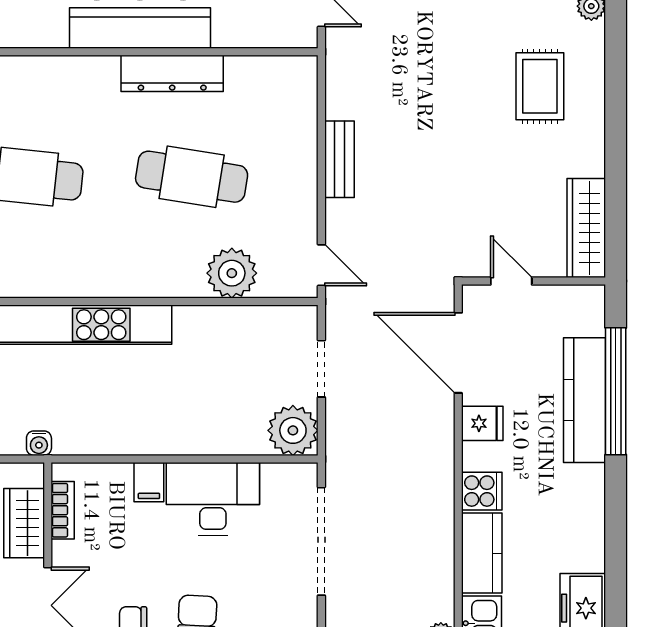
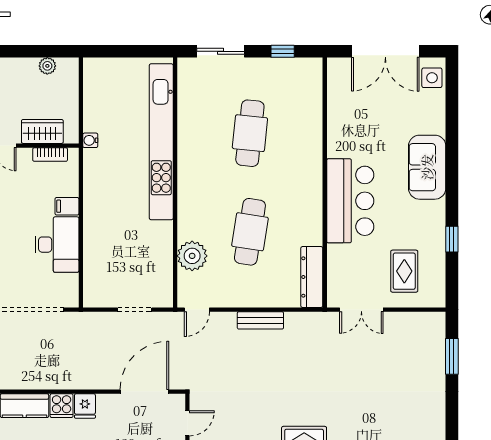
dresser: (172, 73) -> (312, 277), moved
fridge: (482, 423) -> (85, 406), moved
plant: (293, 430) -> (98, 293), removed

